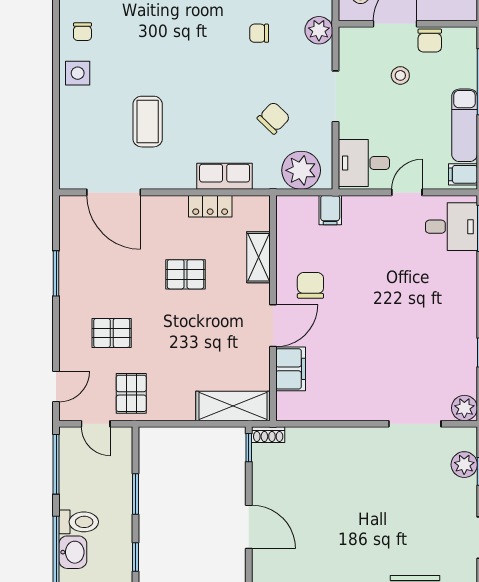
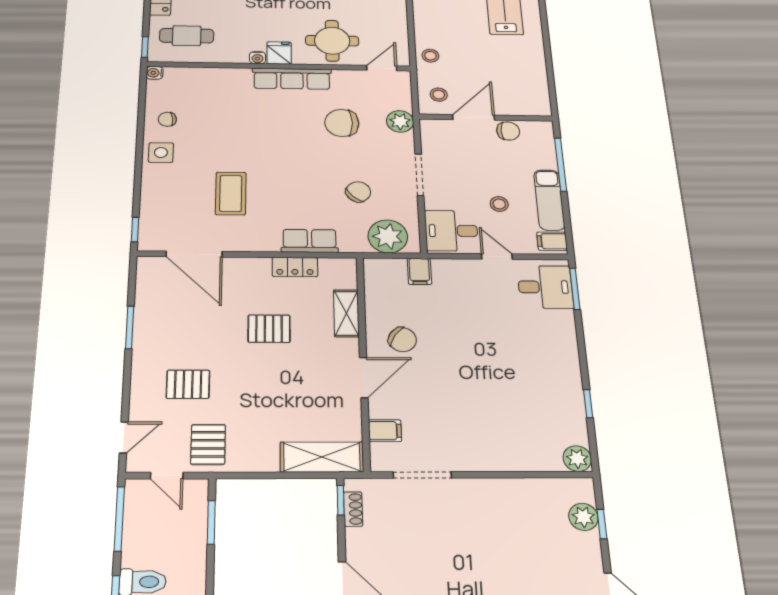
chair: (82, 32) -> (167, 119), turned 83
chair: (259, 33) -> (342, 123), width x1.87, depth x1.87
chair: (430, 41) -> (508, 131), turned -90
stool: (400, 75) -> (499, 204), moved
window: (56, 165) -> (135, 230), added
door: (407, 192) -> (497, 256), hinge flipped
chair: (310, 285) -> (402, 340), turned 124
filing cabinet: (291, 369) -> (385, 431), width x0.50
doorway: (415, 424) -> (422, 475), moved
shoe rack: (268, 435) -> (353, 509), moved, turned -90
window: (136, 494) -> (211, 522), moved

